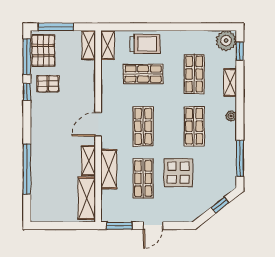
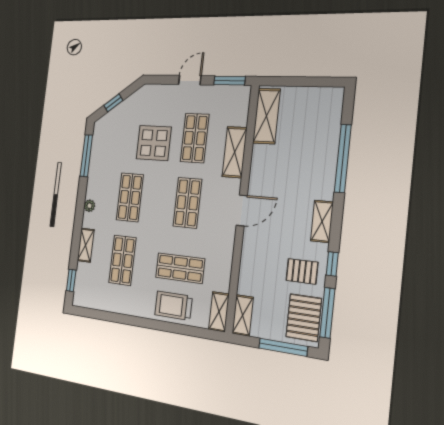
plant: (226, 41) -> (84, 295), removed
shelving: (89, 161) -> (322, 221), moved

